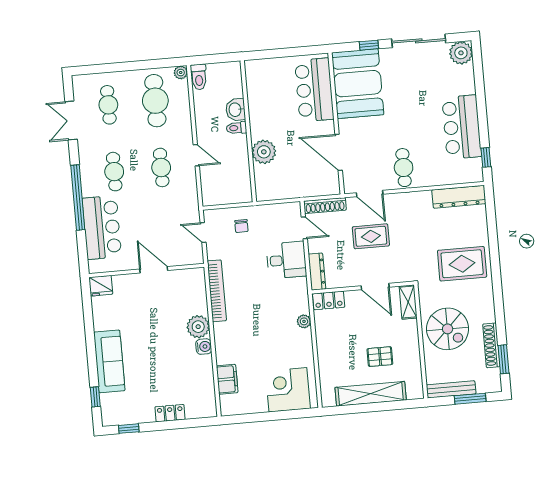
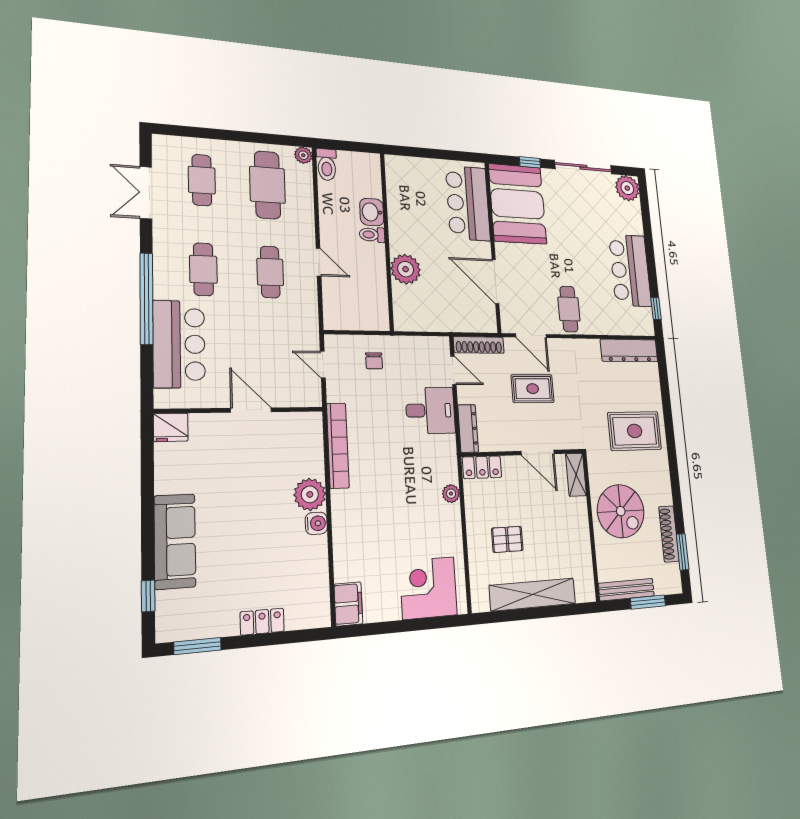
pallet: (380, 357) -> (507, 539), moved
filing cabinet: (227, 379) -> (348, 604), moved
window: (129, 429) -> (197, 646), width x1.50

